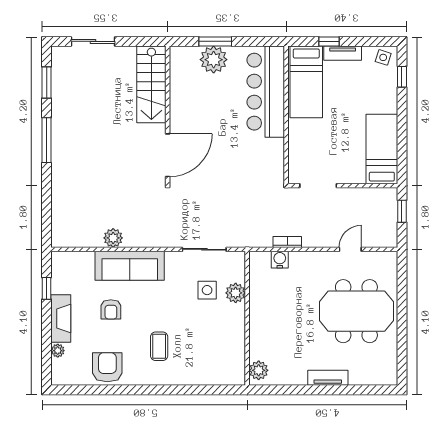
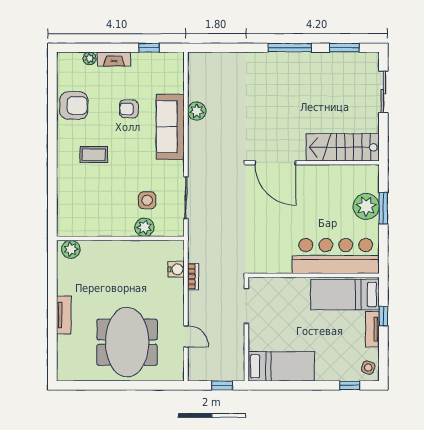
fireplace: (61, 319) -> (114, 59), width x0.73, depth x0.76

